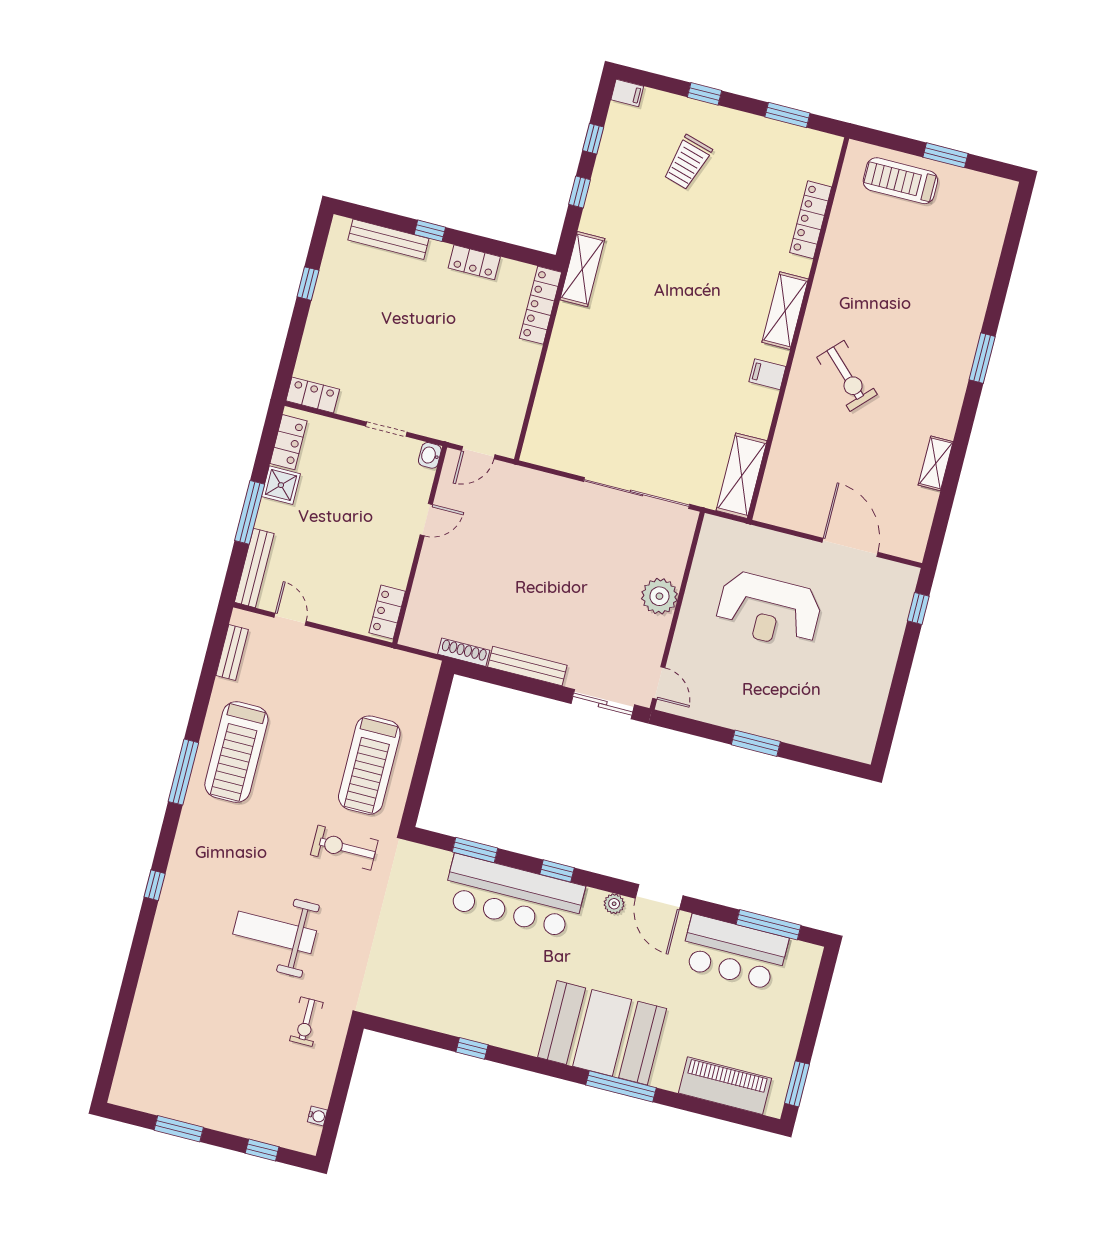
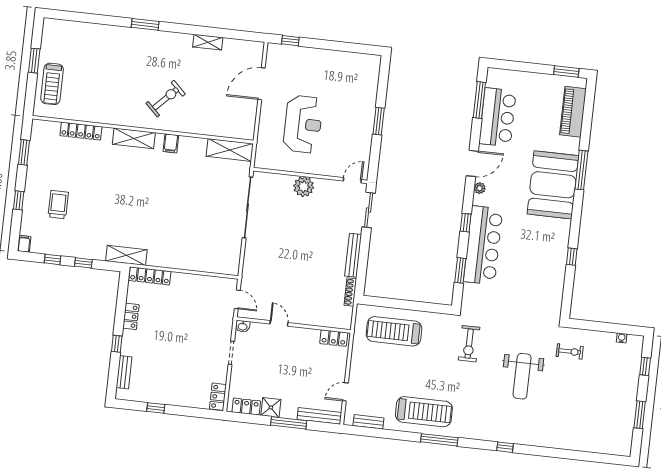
trolley: (688, 162) -> (58, 205), turned -106
bench: (388, 239) -> (124, 372), width x0.73
treadmill: (369, 765) -> (394, 331), moved, turned 180

